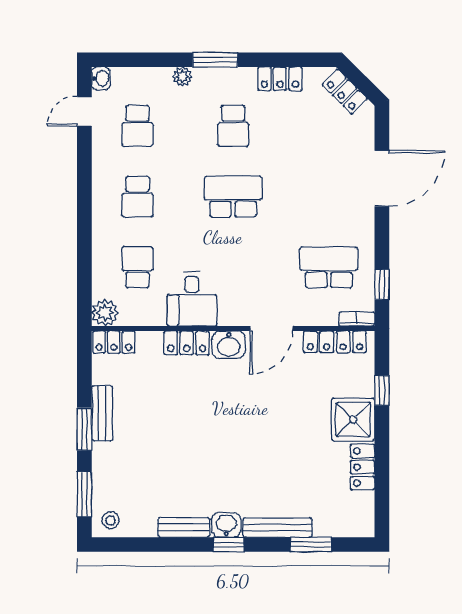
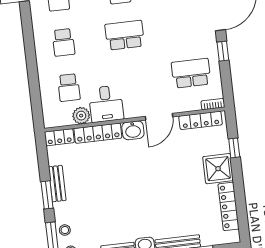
school desk: (137, 267) -> (69, 88), turned 180
window: (382, 285) -> (223, 51), moved
plant: (105, 313) -> (81, 116), moved
locker: (187, 343) -> (98, 133), width x1.53
locker: (363, 467) -> (229, 206), width x1.53
stool: (105, 486) -> (65, 230), added

